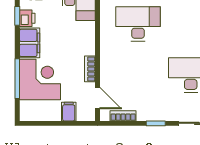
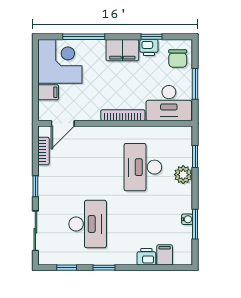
desk: (138, 24) -> (143, 167), turned 180
bookcase: (90, 69) -> (123, 115), moved, width x1.56
corner desk: (40, 80) -> (60, 61), moved, turned -90

